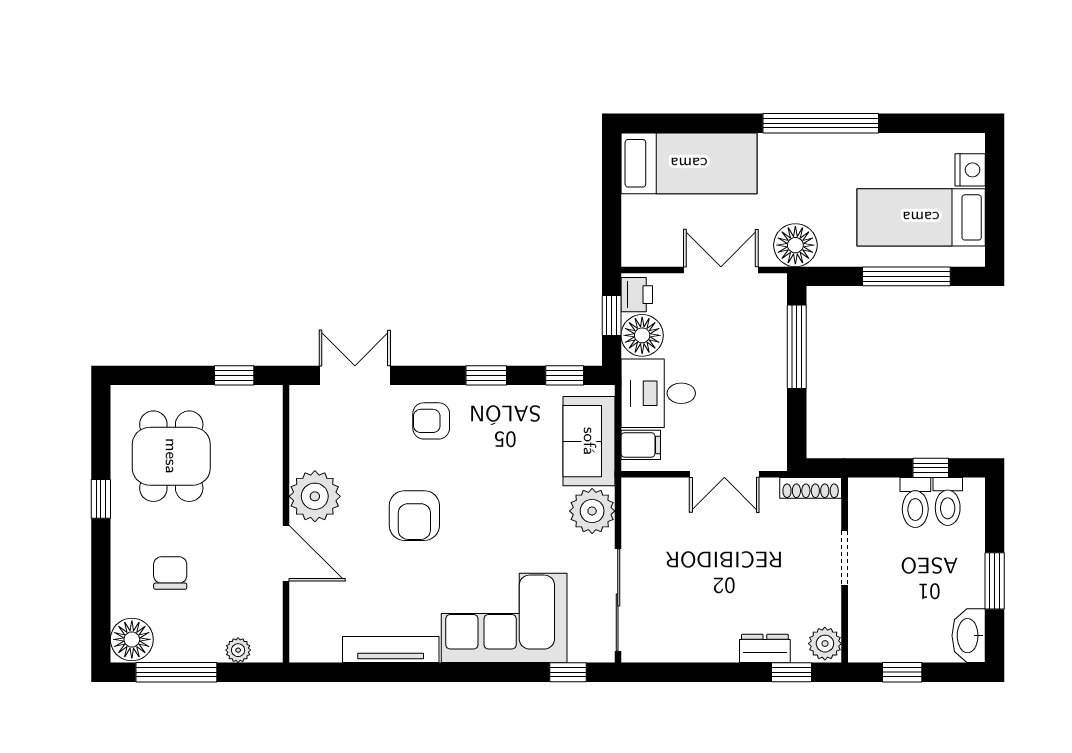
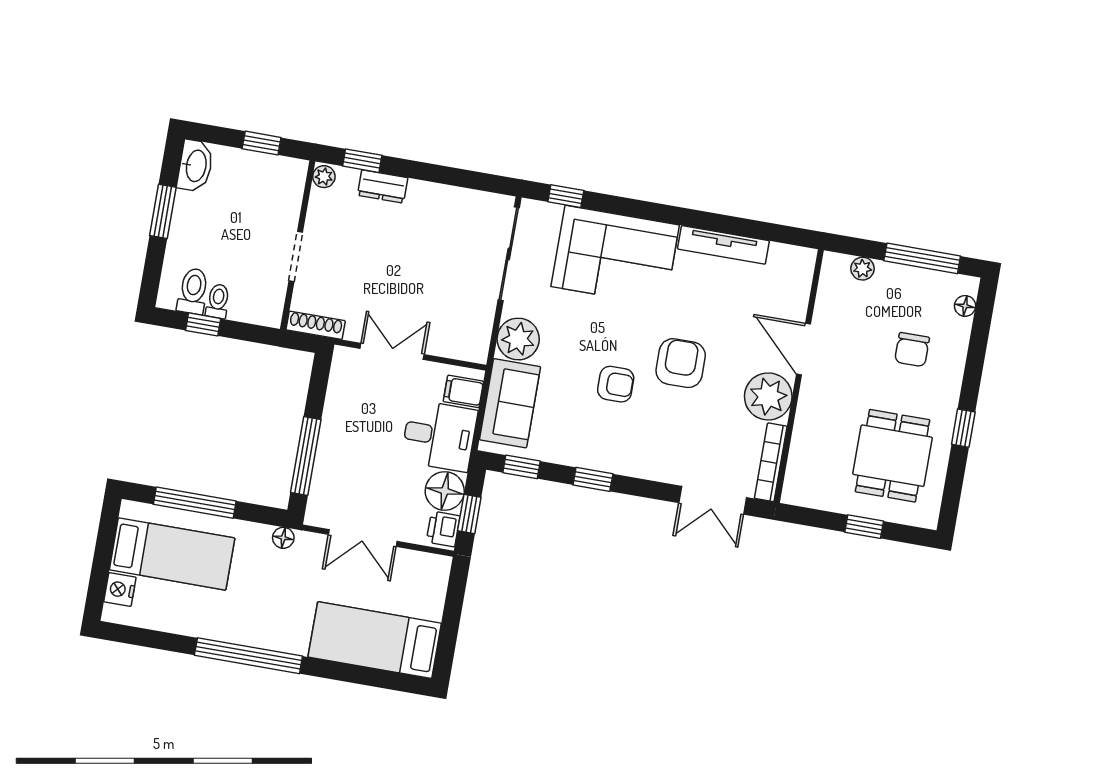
floor lamp: (795, 245) -> (283, 538), width x0.53, depth x0.53
window: (234, 375) -> (864, 527), moved
armchair: (431, 421) -> (616, 384), moved
bookcase: (300, 427) -> (771, 462), added
toilet: (915, 503) -> (218, 301), width x0.73, depth x0.72
floor lamp: (132, 639) -> (965, 306), width x0.53, depth x0.53
plant: (825, 644) -> (324, 177), width x0.73, depth x0.73

